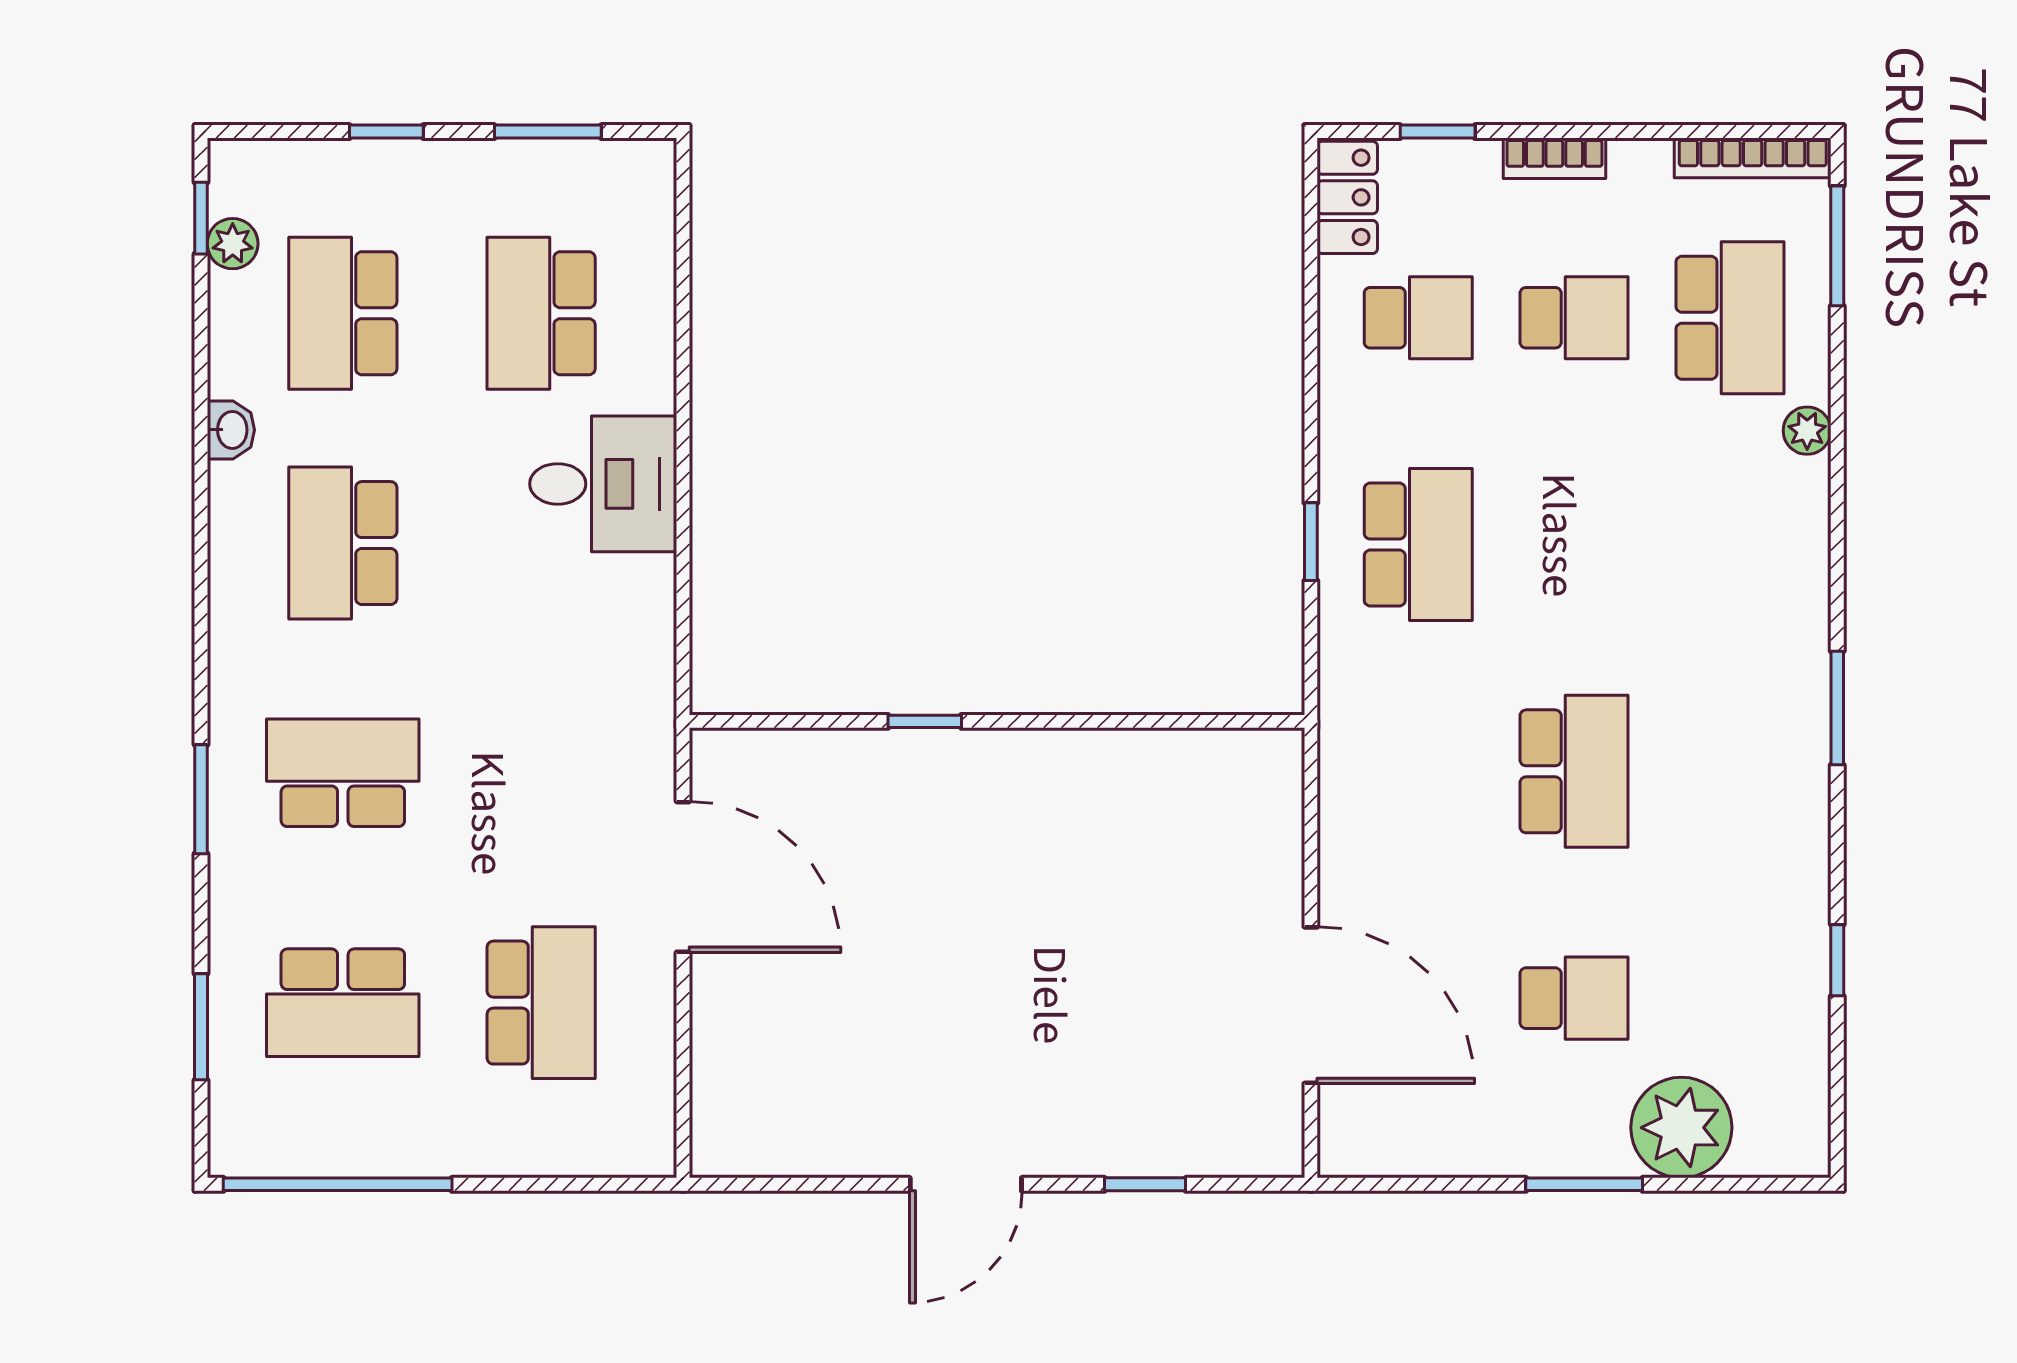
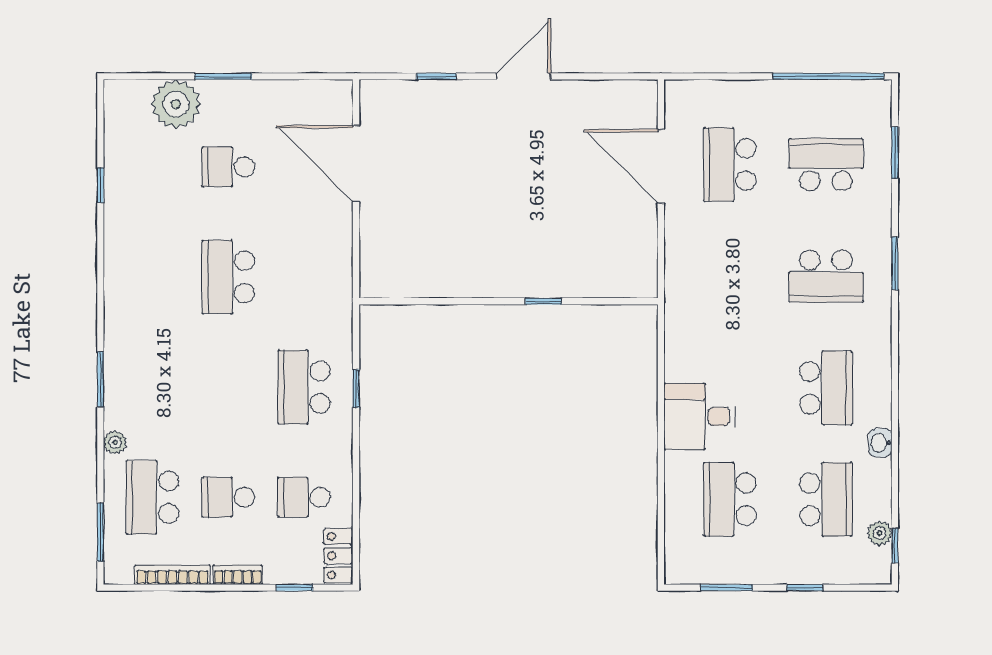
bookcase: (1753, 158) -> (172, 575), moved
school desk: (541, 313) -> (730, 499), turned 180
window: (1837, 708) -> (100, 379), moved
door: (683, 877) -> (661, 166), moved

